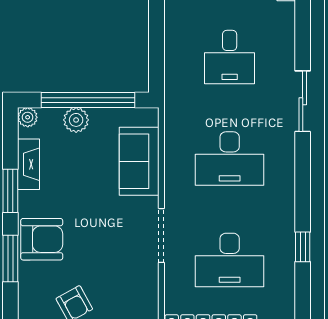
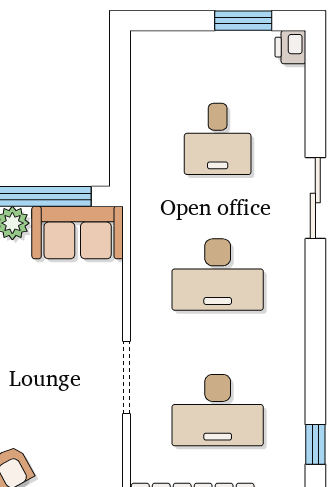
sofa: (139, 161) -> (78, 233), moved, turned -90
window: (303, 247) -> (315, 444), moved

